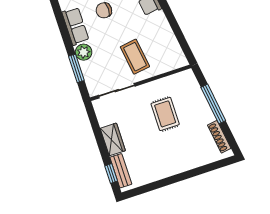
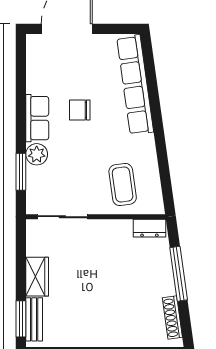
coffee table: (135, 57) -> (123, 185), moved
dresser: (182, 78) -> (149, 228), added
rug: (165, 114) -> (114, 266), removed
window: (111, 174) -> (21, 319), width x1.50

